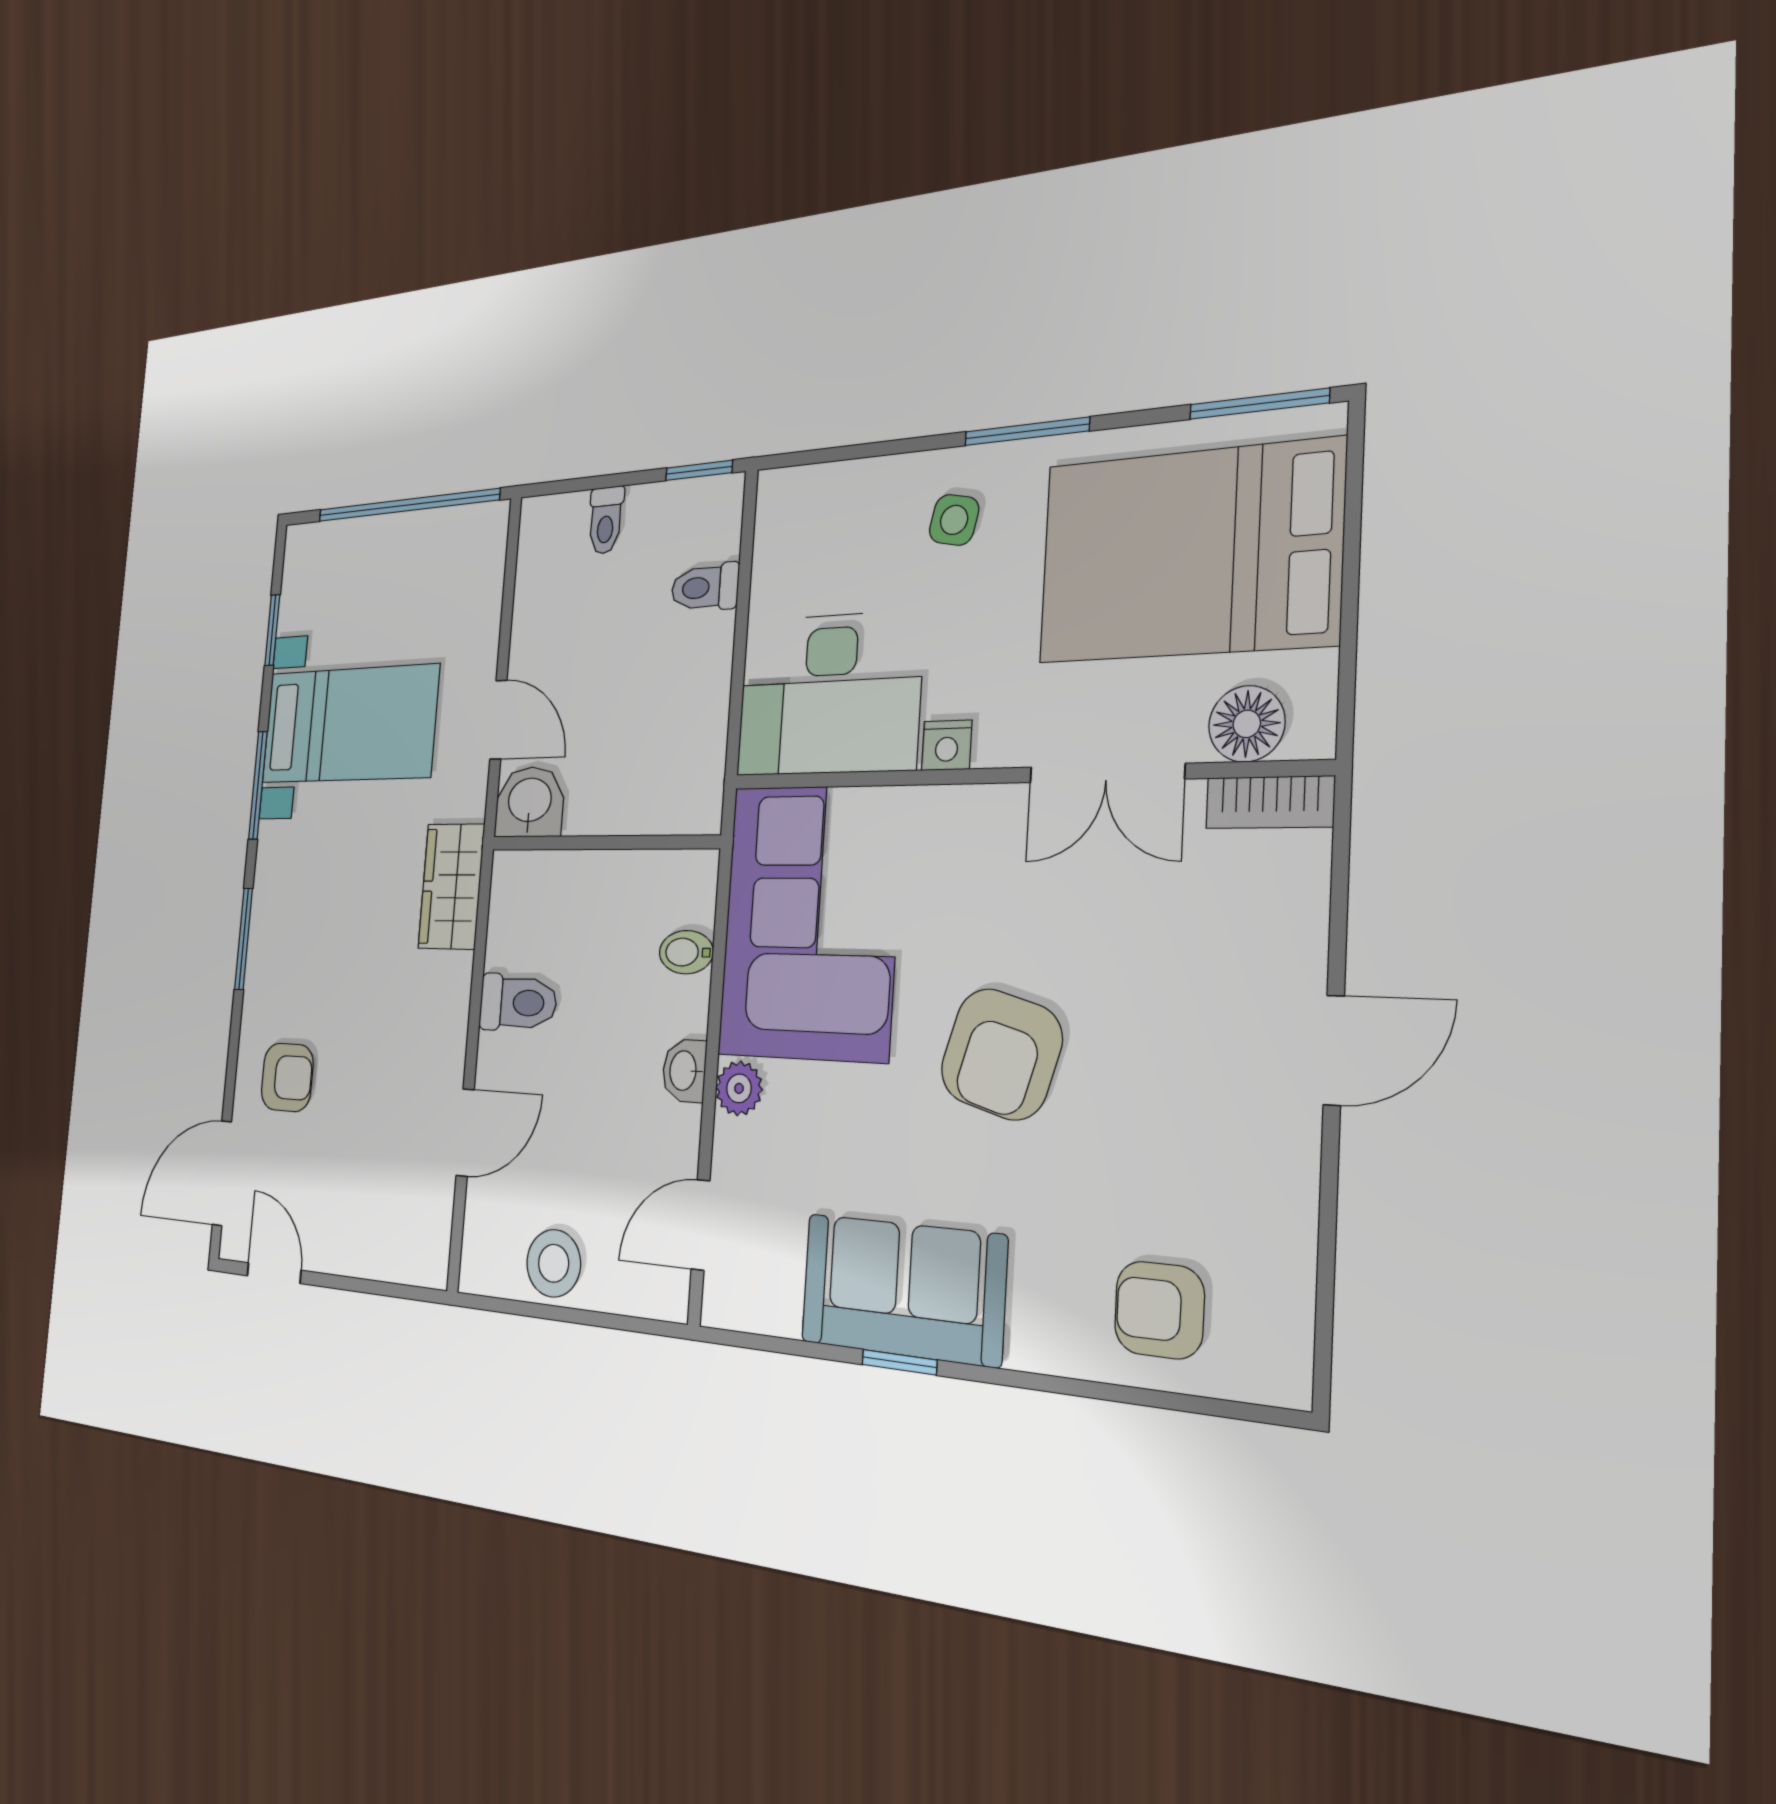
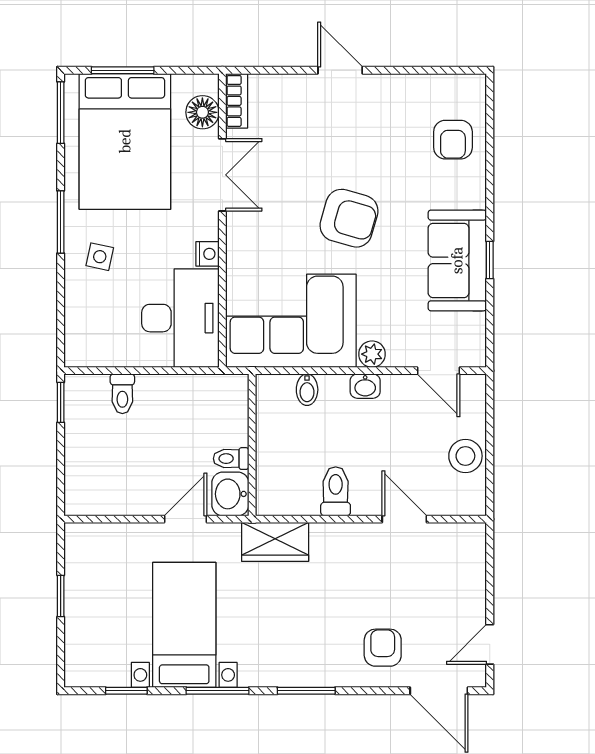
window: (407, 505) -> (61, 596), width x0.32
toilet: (606, 520) -> (231, 459), moved, turned 180
window: (1352, 534) -> (123, 70), added

